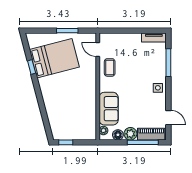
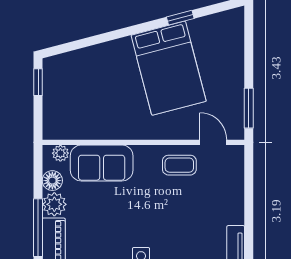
window: (67, 31) -> (249, 108), moved
door: (98, 49) -> (213, 142), hinge flipped
bed: (54, 58) -> (169, 68), moved

